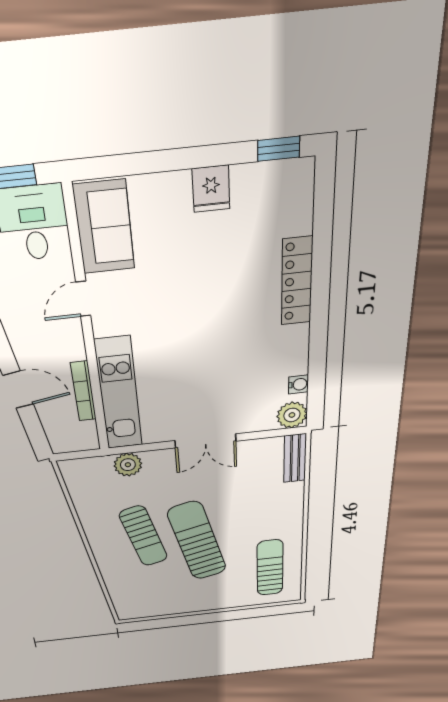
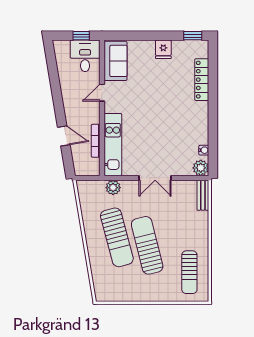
locker: (297, 281) -> (202, 80), moved
sun lounger: (143, 536) -> (117, 237), width x1.36, depth x1.34
sun lounger: (270, 568) -> (189, 272), turned 180

